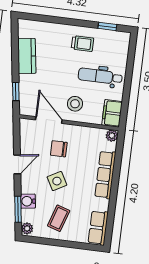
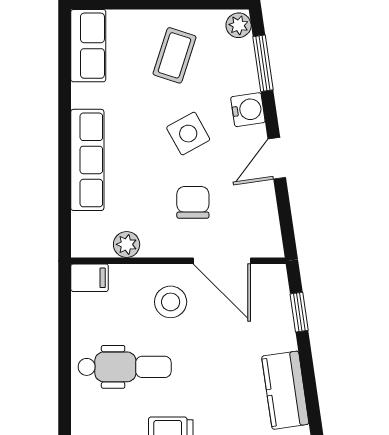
filing cabinet: (112, 113) -> (90, 278), width x0.50
plant: (112, 136) -> (127, 244), moved
chair: (59, 149) -> (193, 202), turned -90
water cooler: (28, 201) -> (248, 110), moved

